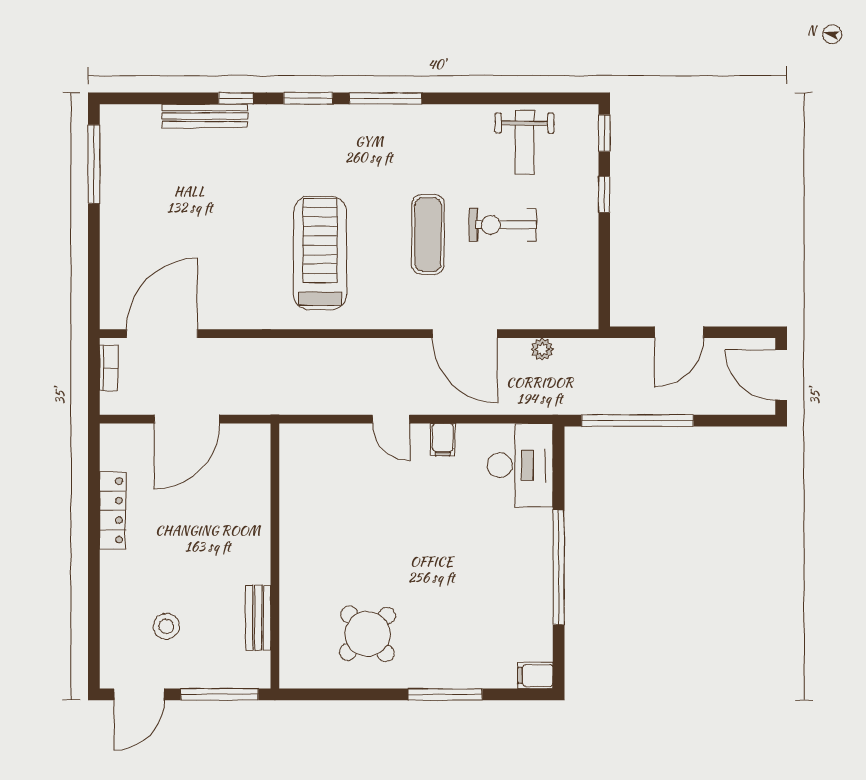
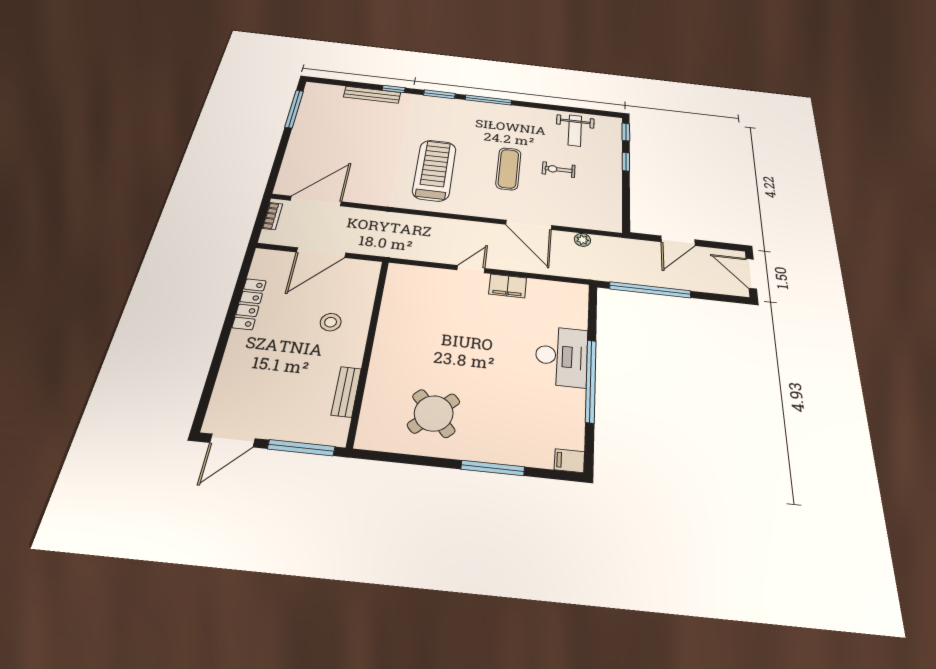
exercise bike: (503, 225) -> (559, 170), width x0.73, depth x0.72
door: (391, 419) -> (471, 269), swing flipped
filing cabinet: (443, 440) -> (508, 286), width x2.00
desk: (520, 465) -> (561, 356), moved
stool: (166, 626) -> (331, 322), moved

